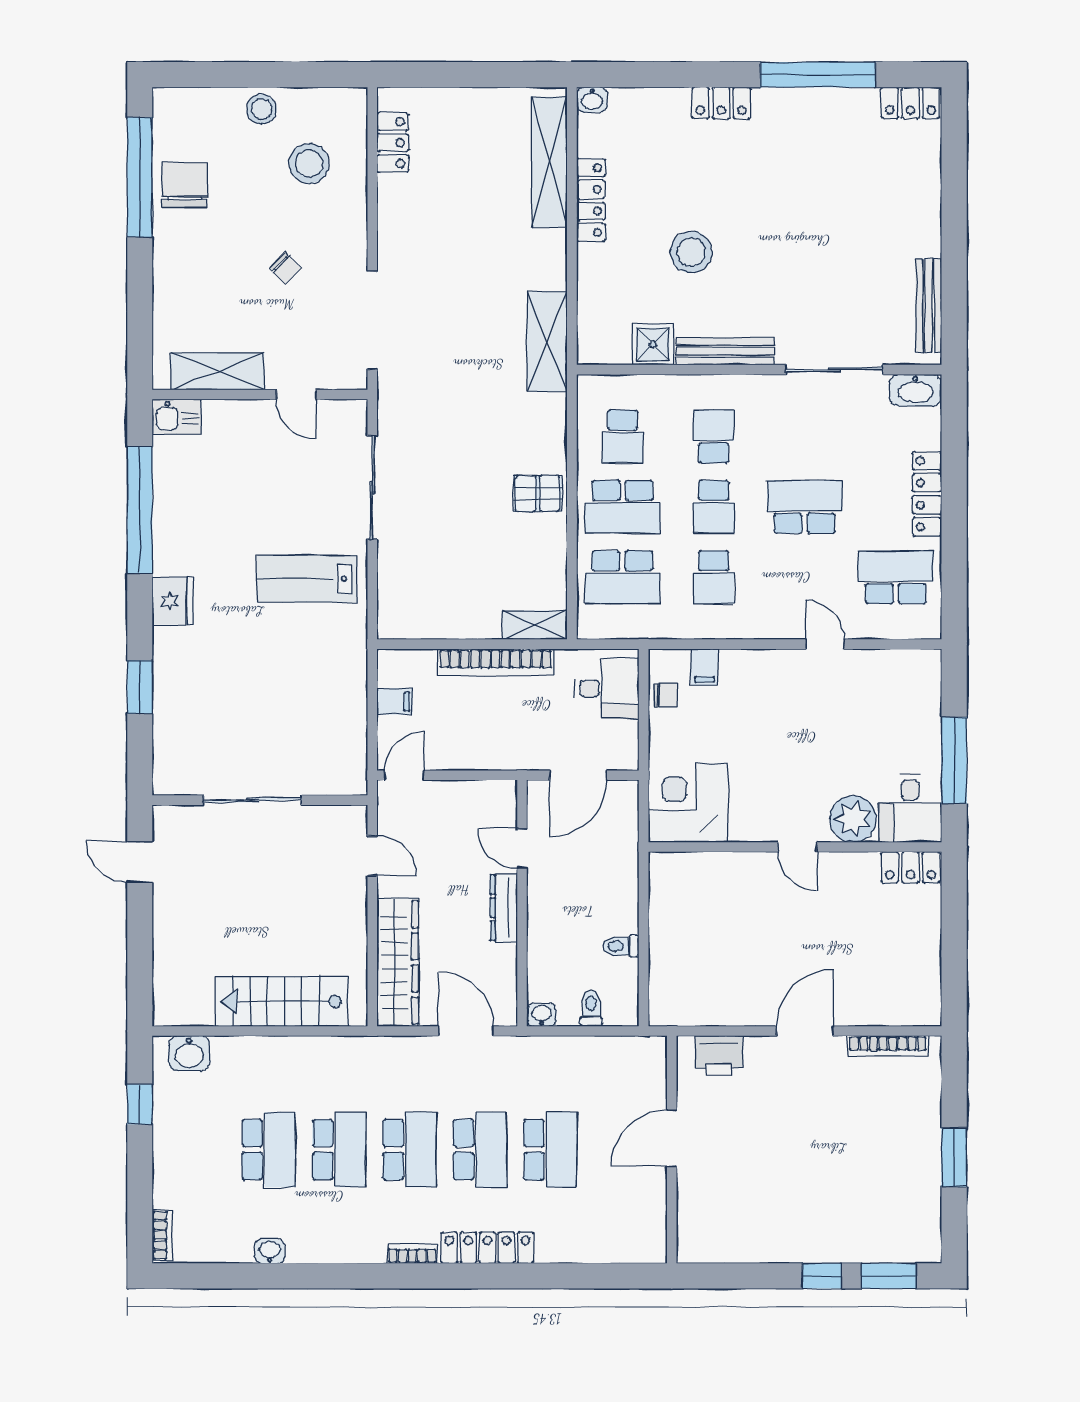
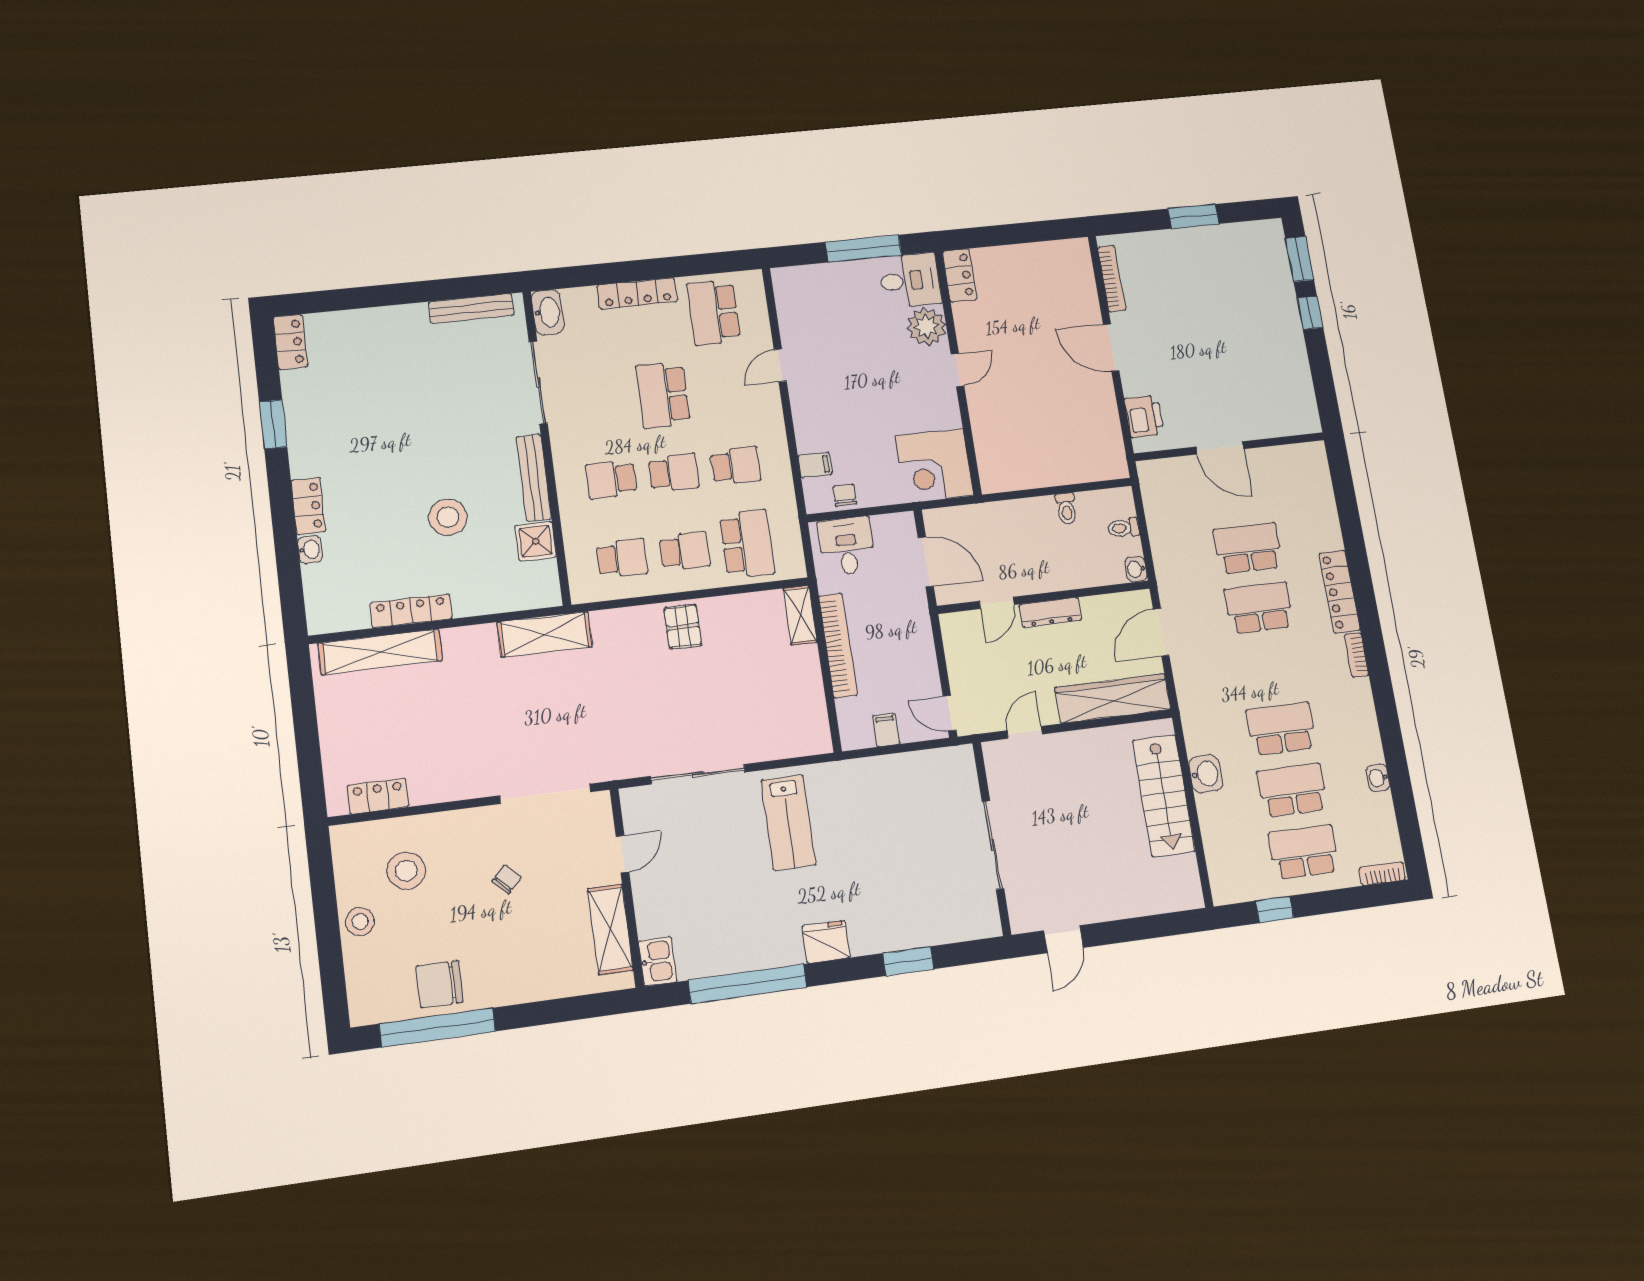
window: (818, 75) -> (273, 424), width x0.47
washbasin: (592, 100) -> (310, 549), moved
school desk: (623, 507) -> (685, 551), width x0.54
washbasin: (189, 1053) -> (1206, 774), moved
school desk: (410, 1150) -> (1304, 852), moved

